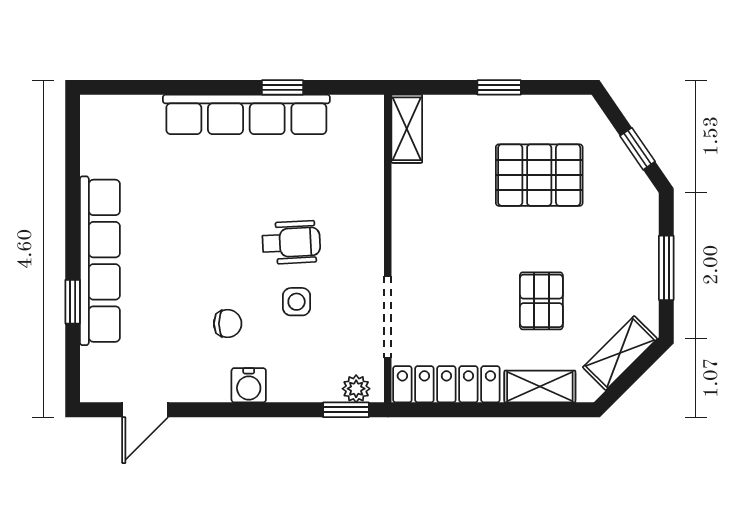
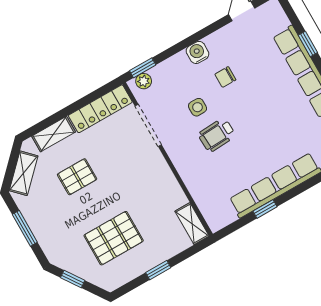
pallet: (541, 301) -> (77, 177), turned 90

